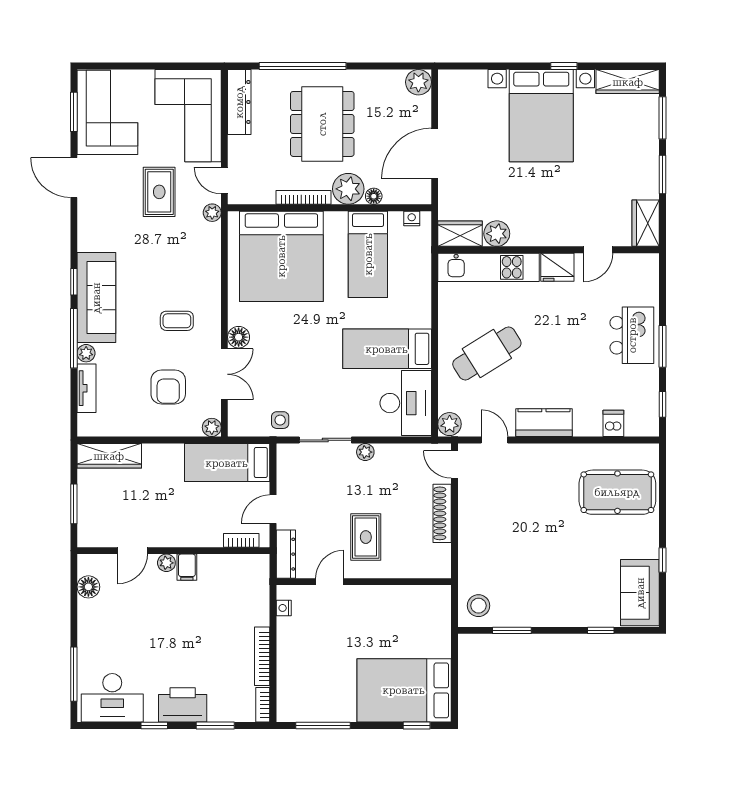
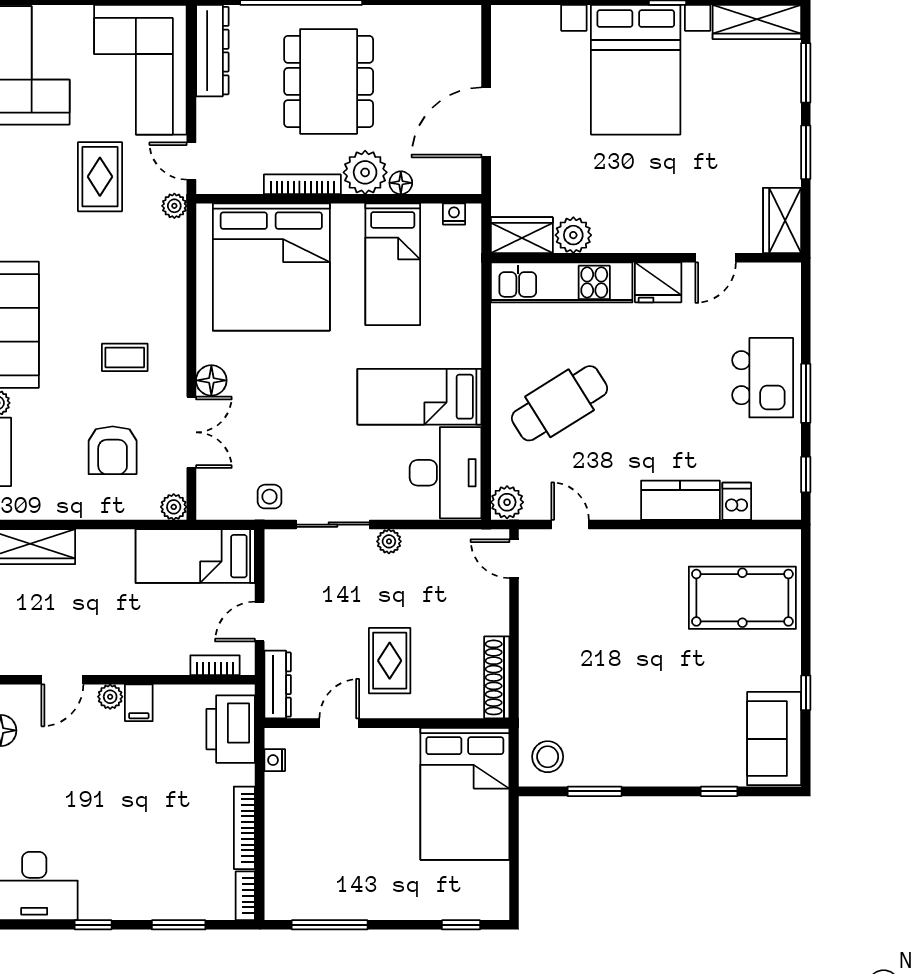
plant: (418, 82) -> (463, 23), removed
kitchen counter: (544, 423) -> (680, 500), moved
shoe rack: (442, 513) -> (497, 677), moved
bed: (404, 690) -> (465, 794), moved, turned -90
printer: (183, 705) -> (231, 729), moved, turned -90

